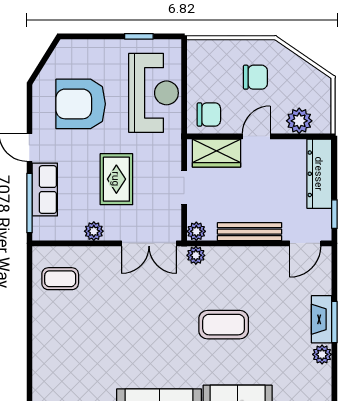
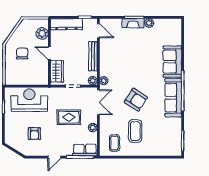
armchair: (81, 104) -> (34, 134), width x0.53, depth x0.53
chair: (209, 114) -> (39, 75), removed
row of seats: (45, 190) -> (85, 150), moved
coffee table: (224, 325) -> (135, 131), moved
armchair: (155, 326) -> (136, 100), added

